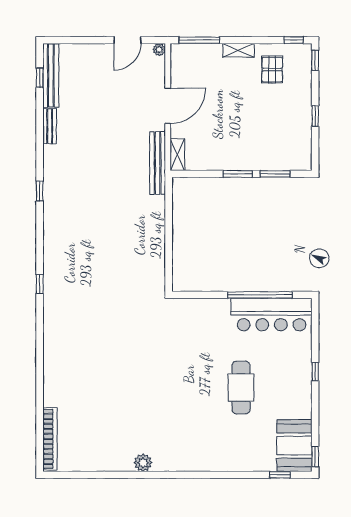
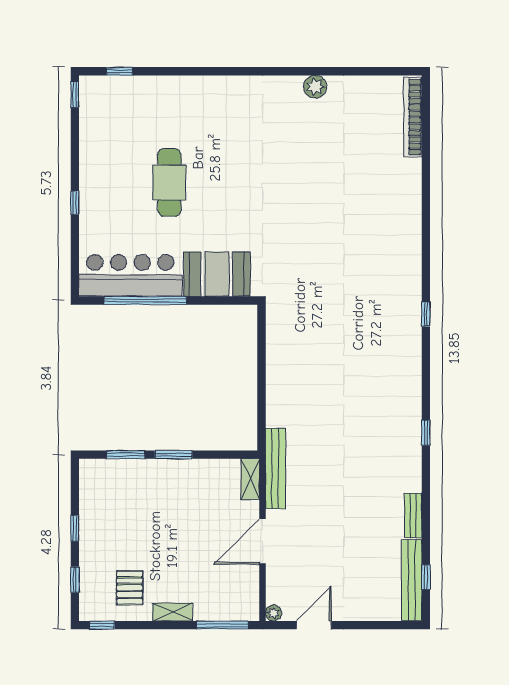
window: (315, 60) -> (75, 580), moved
booth: (294, 446) -> (217, 274), moved, turned 90
plant: (143, 463) -> (315, 87), moved

